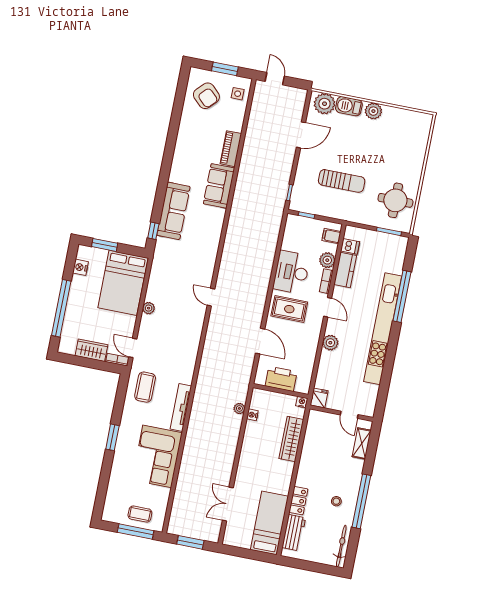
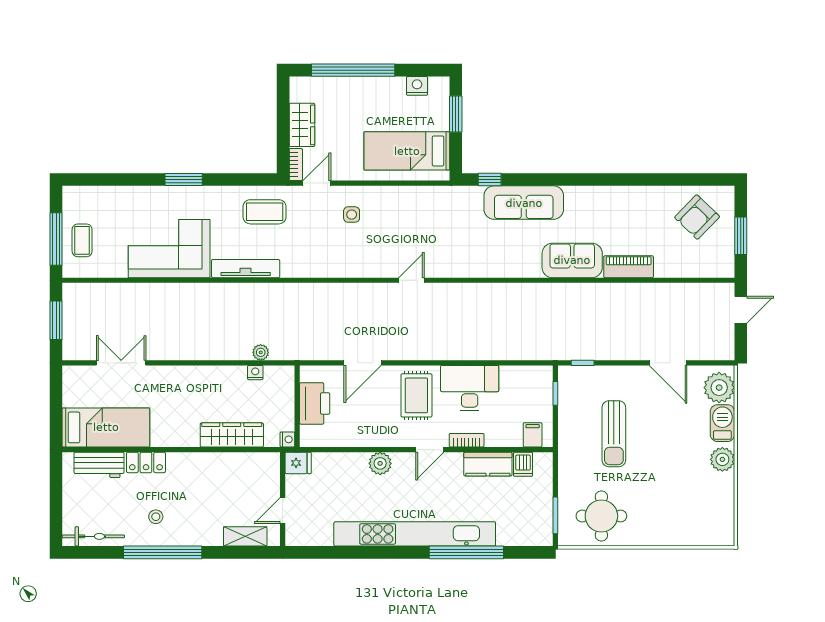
side table: (238, 94) -> (352, 215), moved
plant: (327, 260) -> (497, 436), removed
bed: (123, 283) -> (407, 151), width x0.67
plant: (149, 308) -> (378, 194), removed

